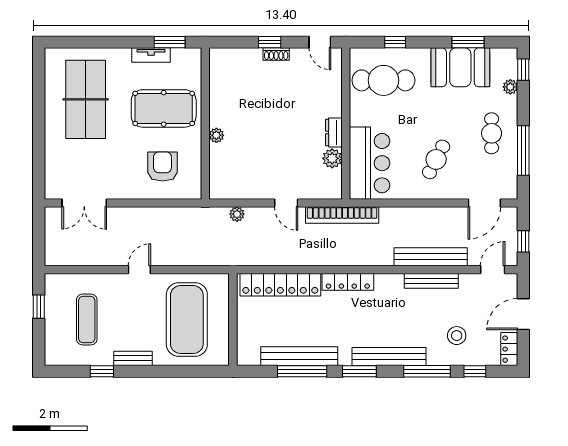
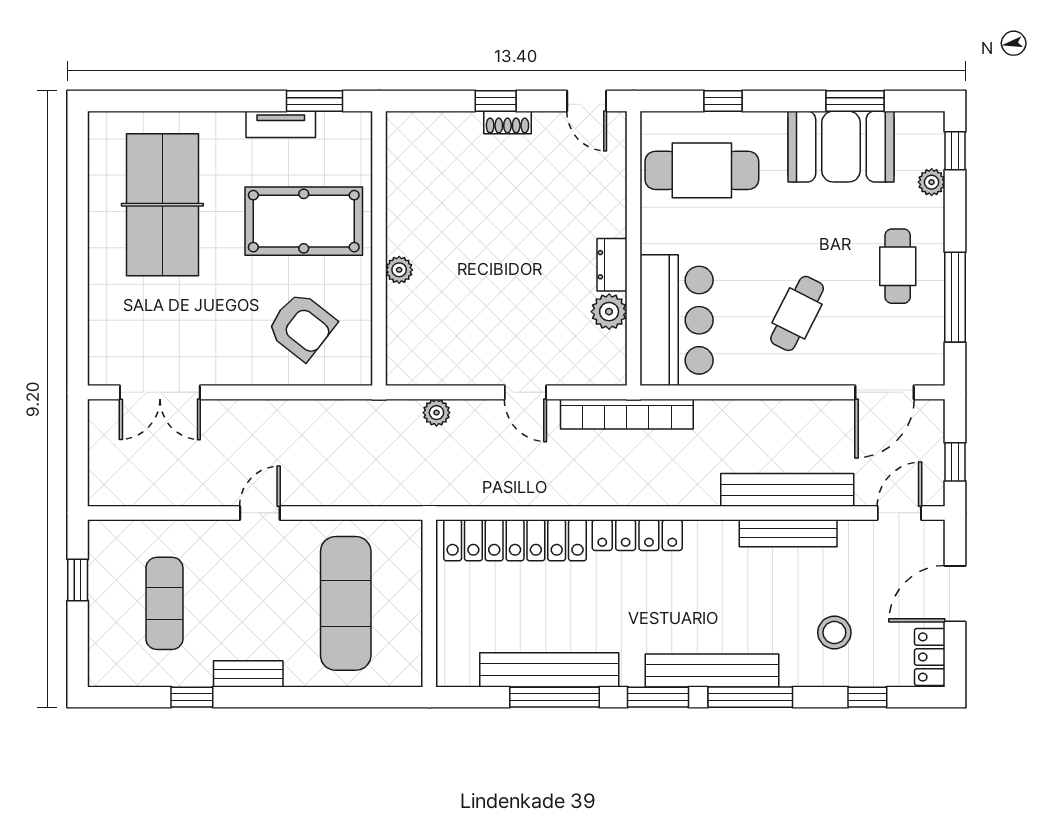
armchair: (162, 166) -> (302, 326), turned 128
exercise mat: (187, 320) -> (346, 603), width x0.68
window: (427, 371) -> (750, 697), moved

